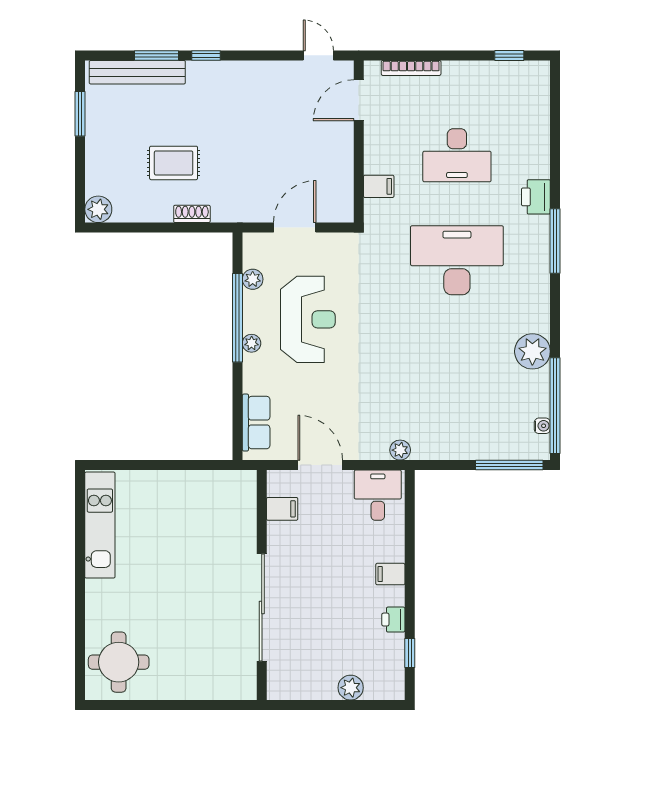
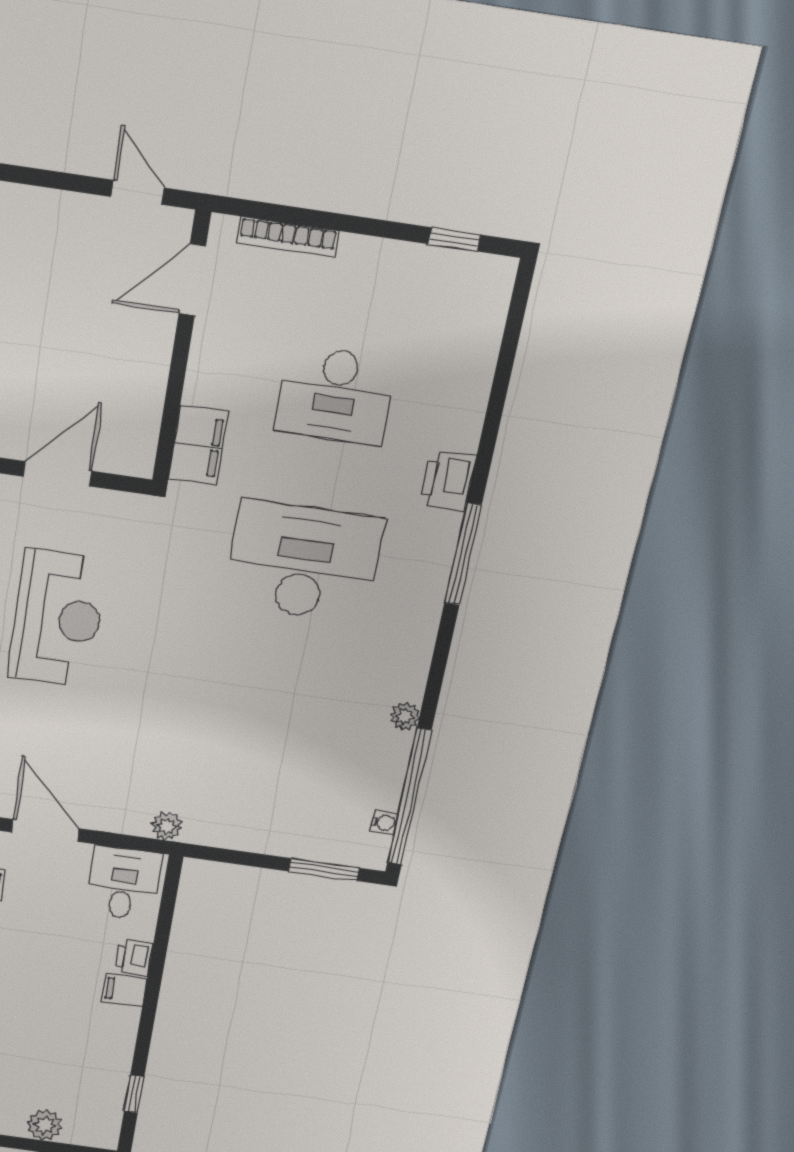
filing cabinet: (379, 186) -> (198, 446), width x2.00
plant: (532, 351) -> (405, 716), width x0.53, depth x0.53
window: (509, 465) -> (324, 870), width x0.69
printer: (393, 620) -> (134, 958), moved

